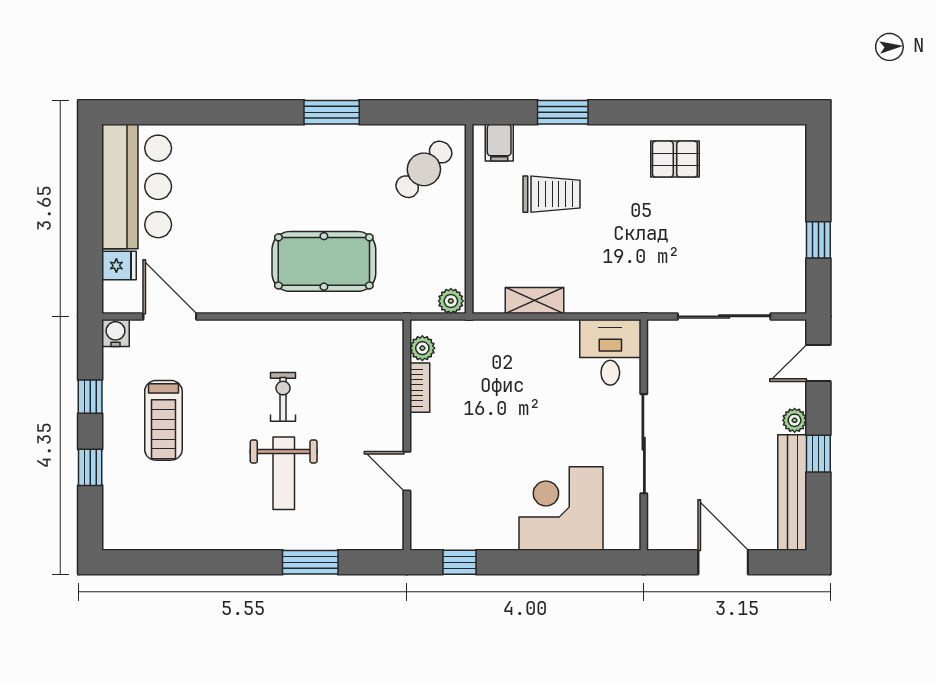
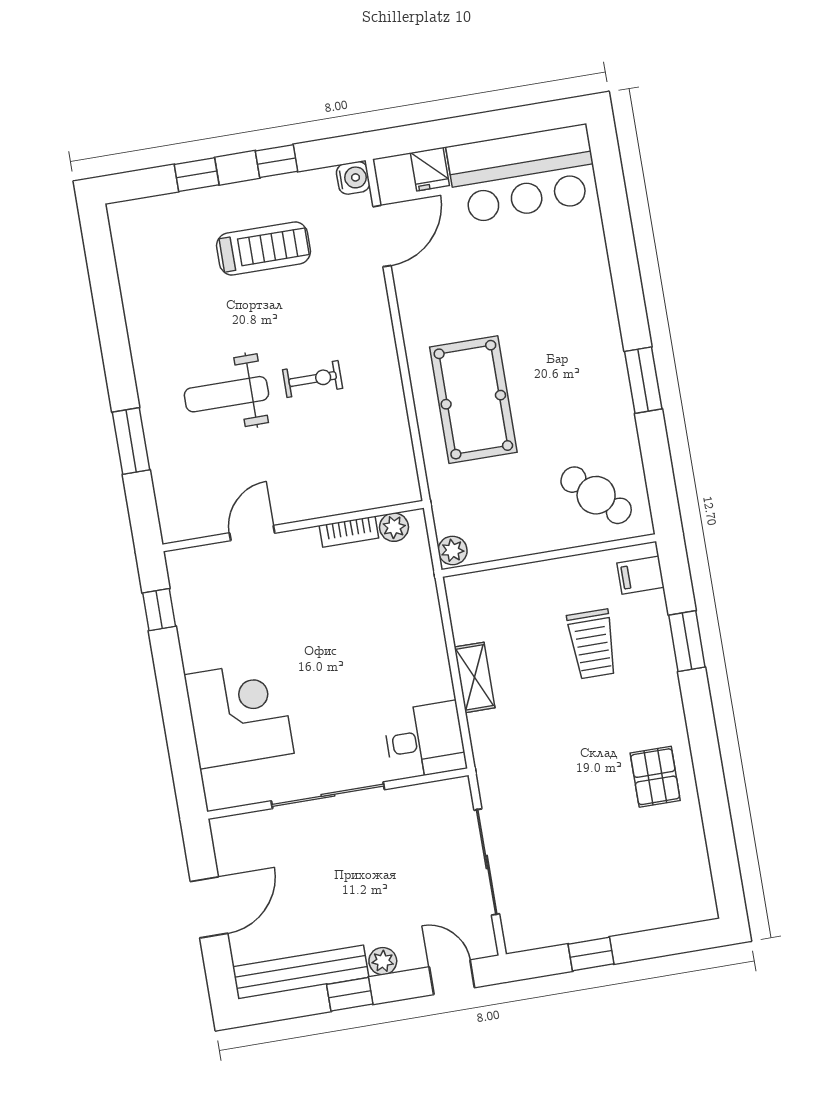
shelving: (534, 300) -> (474, 677), moved
treadmill: (163, 420) -> (263, 248), turned 180

